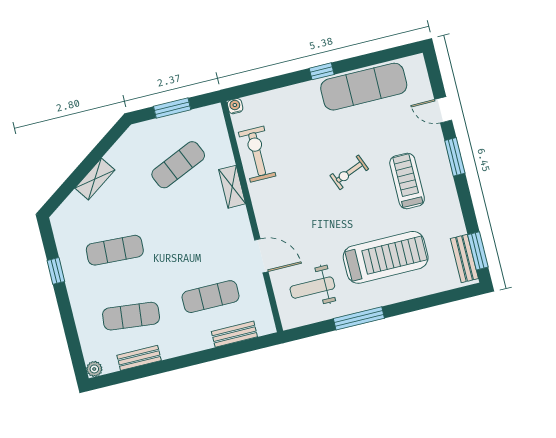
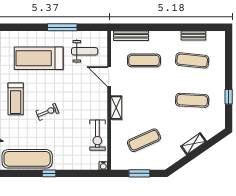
shelving: (232, 187) -> (116, 108), moved
bench: (234, 334) -> (131, 36), width x1.36
plant: (94, 369) -> (220, 35), removed

